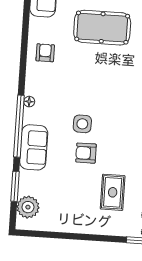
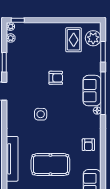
side table: (82, 124) -> (41, 114), moved
sofa: (34, 147) -> (92, 91), moved
rug: (113, 192) -> (74, 40), moved

